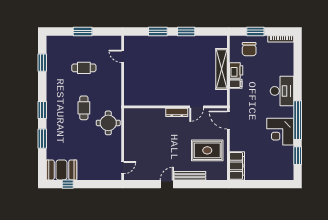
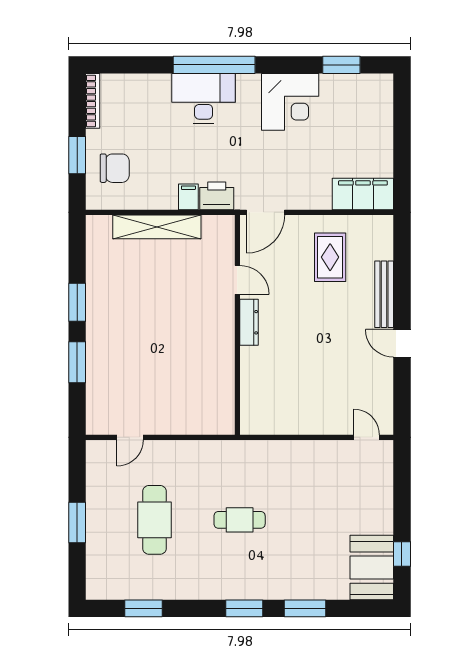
cafe table: (84, 68) -> (154, 520), width x1.37, depth x1.35
printer: (236, 70) -> (217, 196), moved
window: (298, 120) -> (214, 65), moved
round table: (108, 123) -> (272, 468), removed
rug: (207, 150) -> (330, 257), width x0.73, depth x0.70

